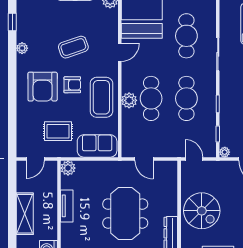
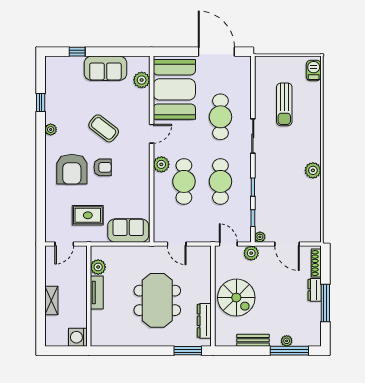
coffee table: (73, 47) -> (104, 128), turned 57
coffee table: (101, 97) -> (133, 180), removed
plant: (129, 100) -> (161, 164), moved
plant: (68, 168) -> (98, 267), moved
plant: (216, 168) -> (251, 253), added
shelving: (25, 214) -> (51, 301), width x0.67, depth x0.75

